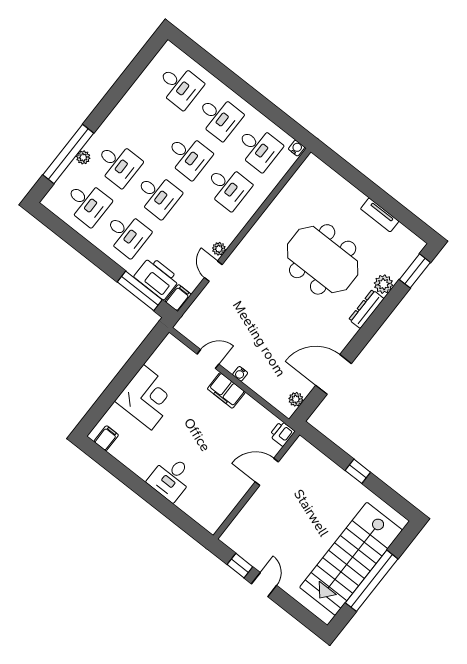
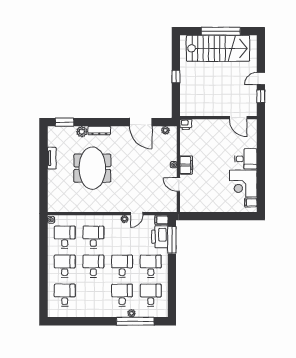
corner desk: (147, 397) -> (243, 184), moved, turned -90
door: (267, 472) -> (238, 118), moved

